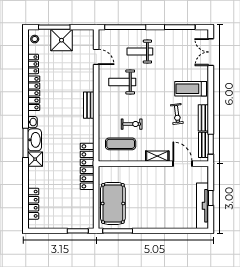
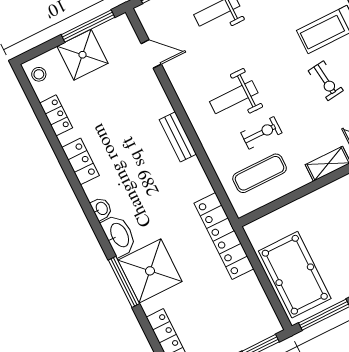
window: (54, 27) -> (88, 26), moved
weight bench: (122, 82) -> (234, 97), moved
locker: (34, 93) -> (80, 161), width x0.66
window: (26, 143) -> (124, 282), moved
shower: (35, 159) -> (150, 271), width x1.86, depth x1.86

